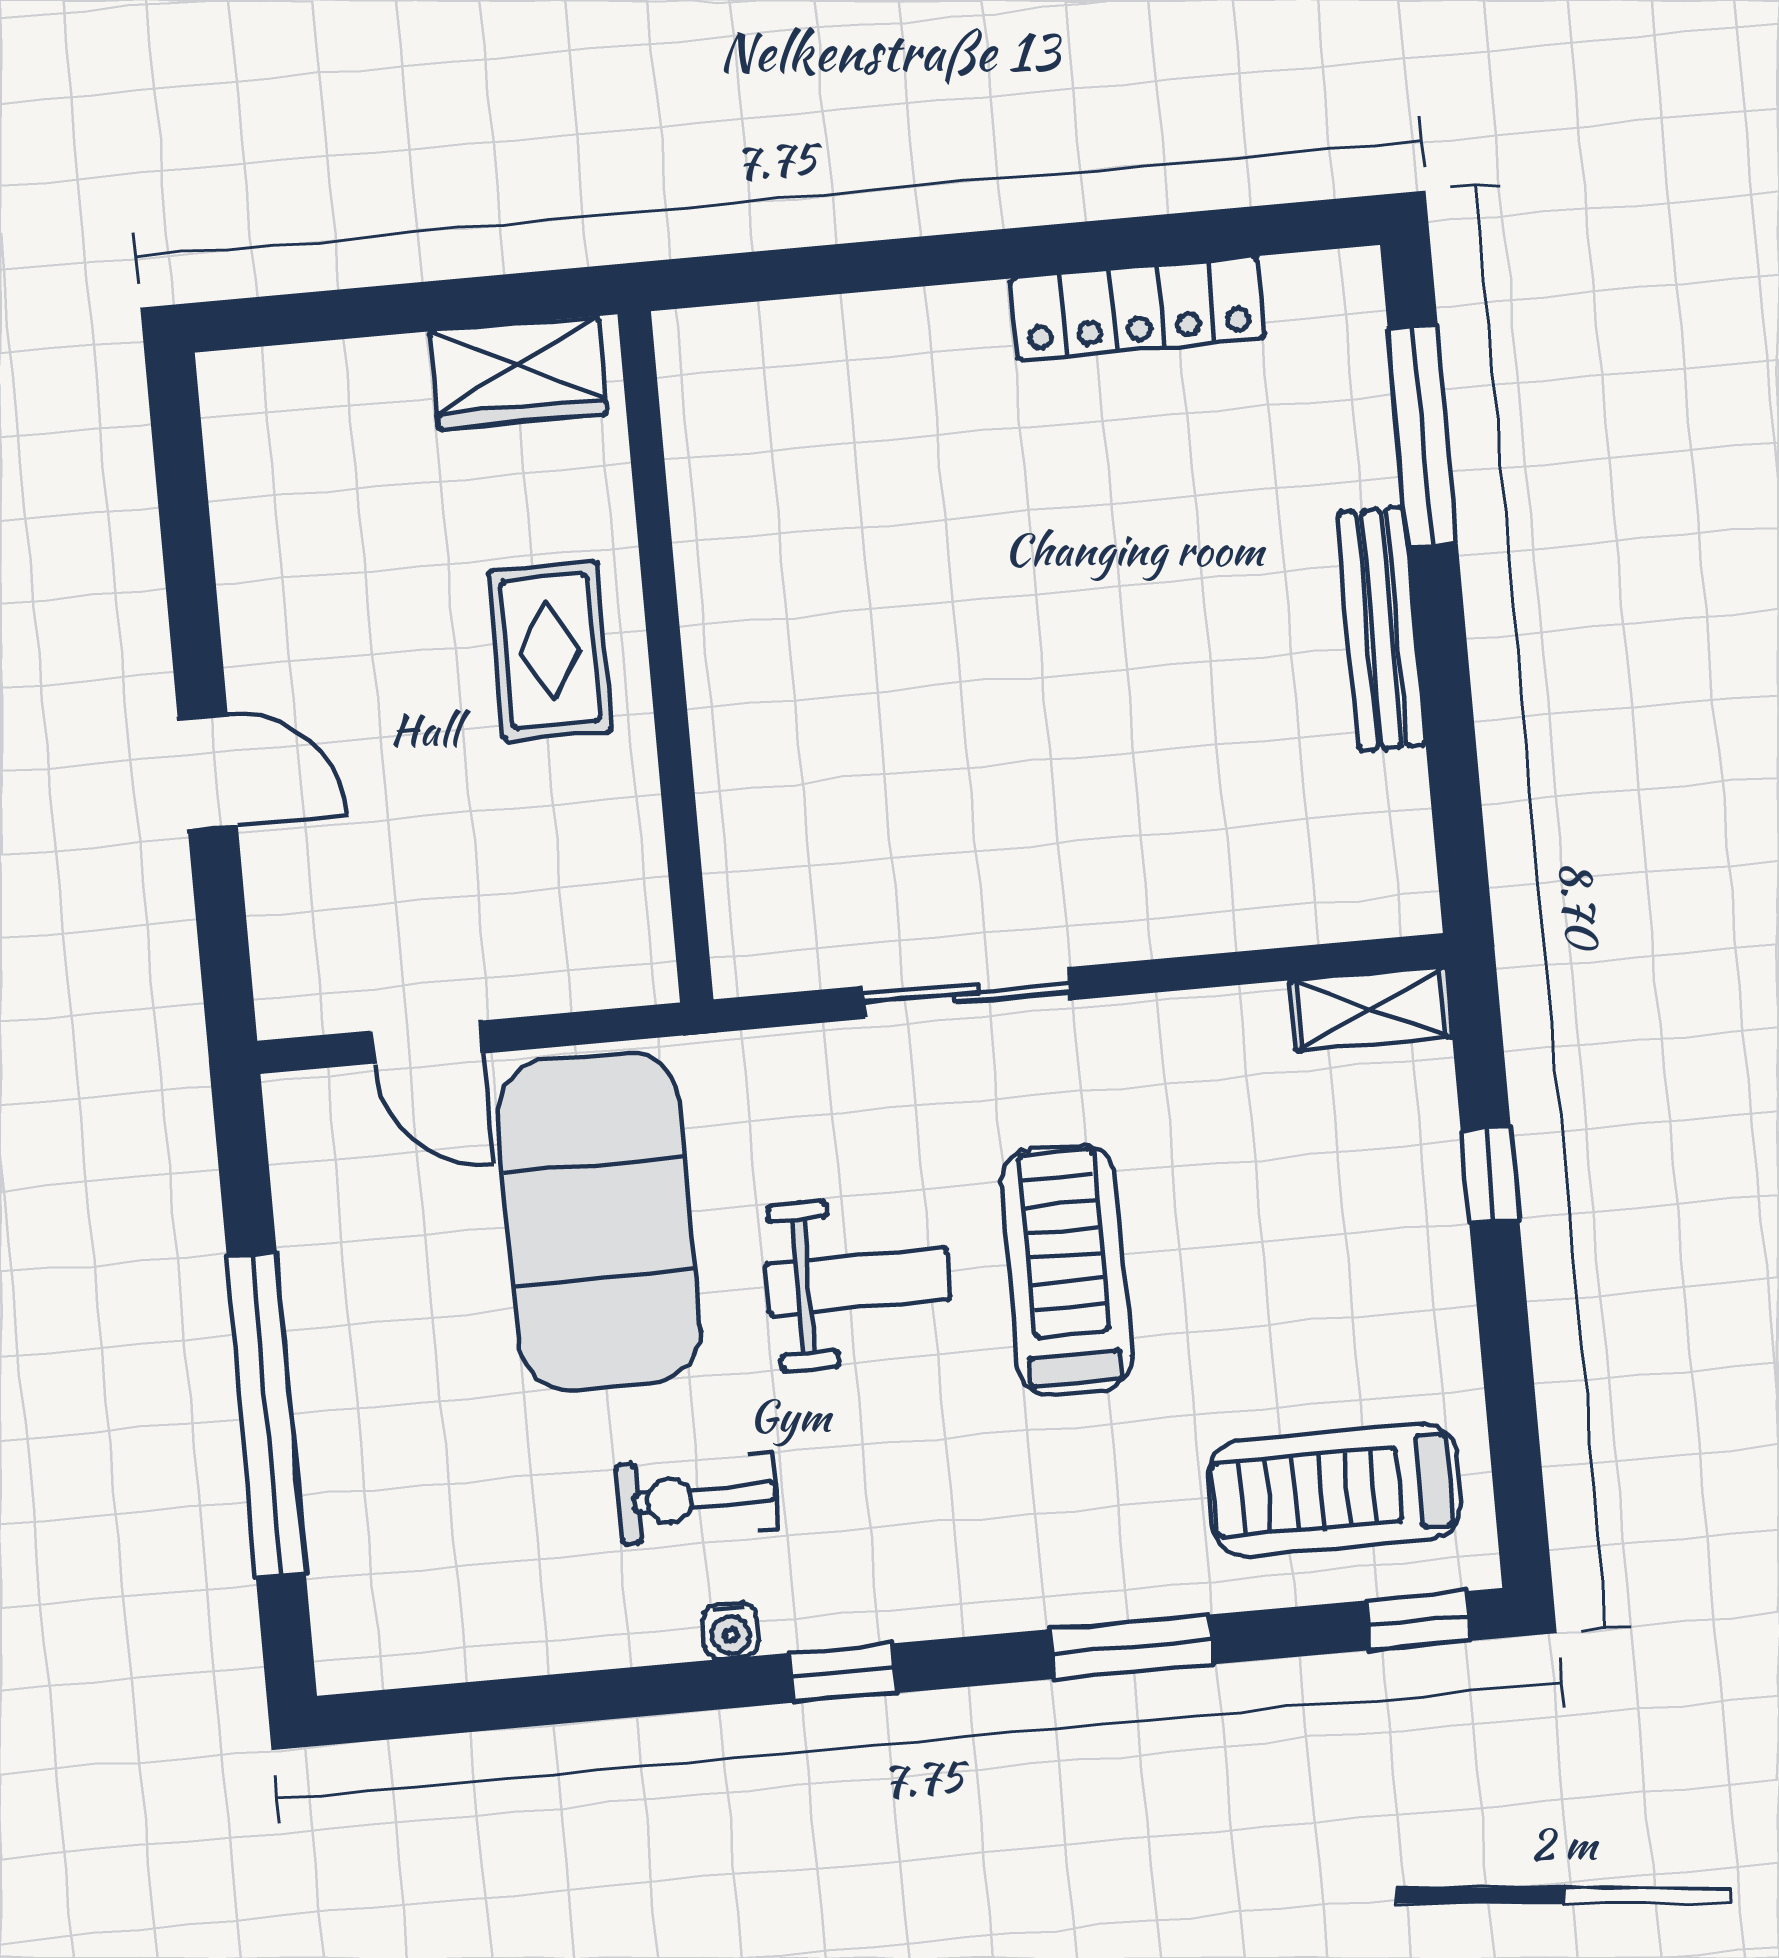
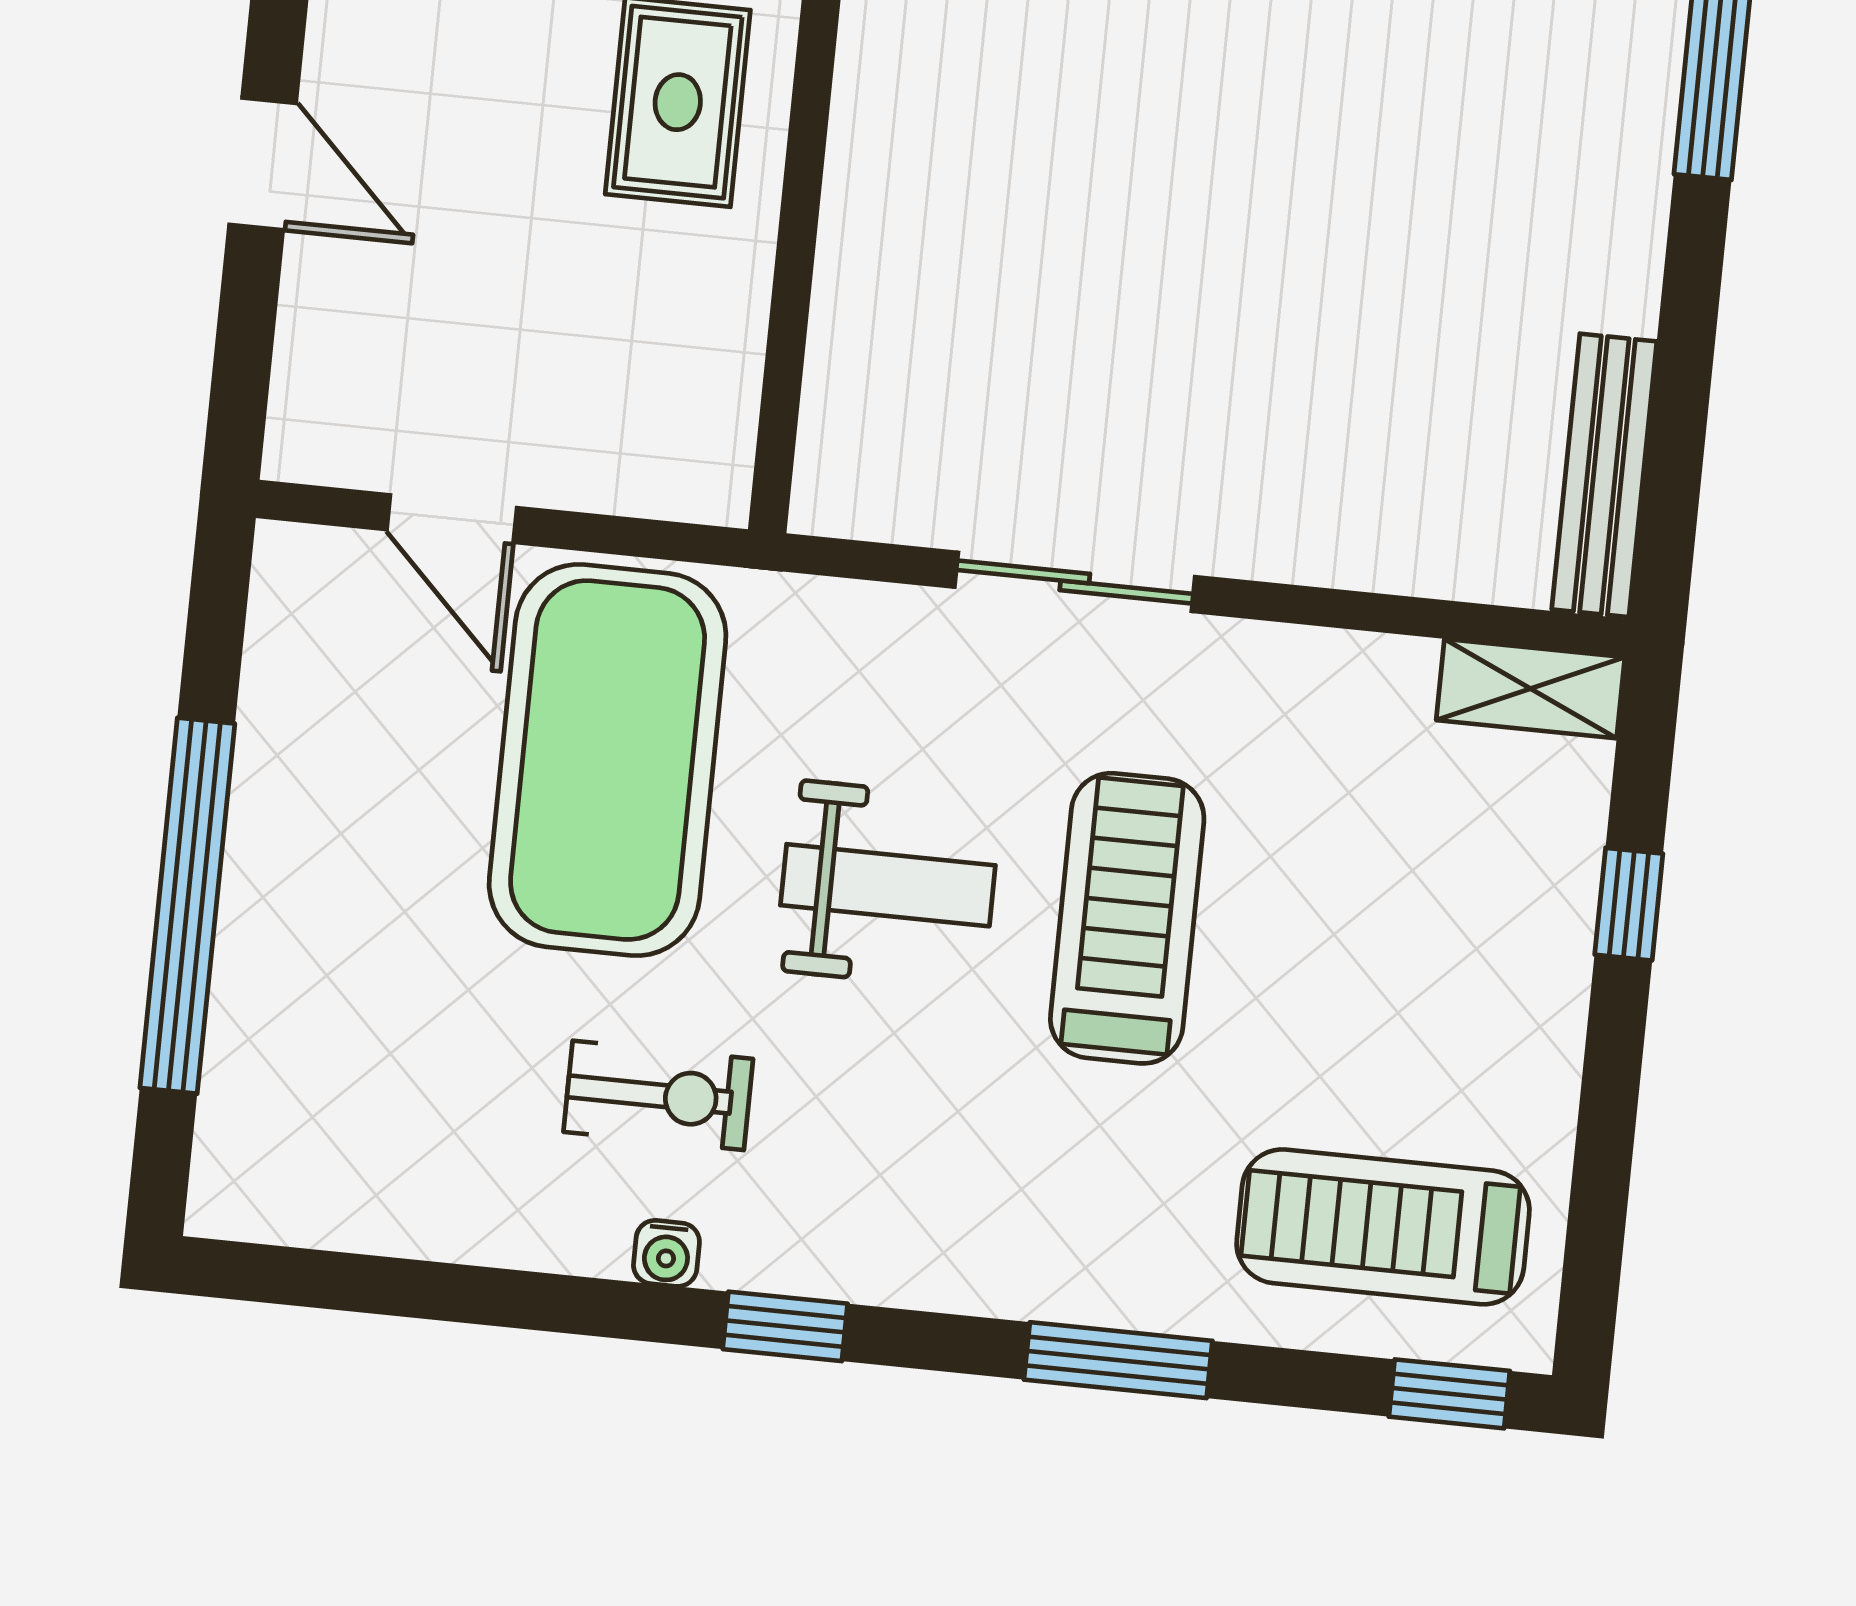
bench: (1381, 629) -> (1604, 475), moved
exercise bike: (697, 1498) -> (658, 1095), turned 180

